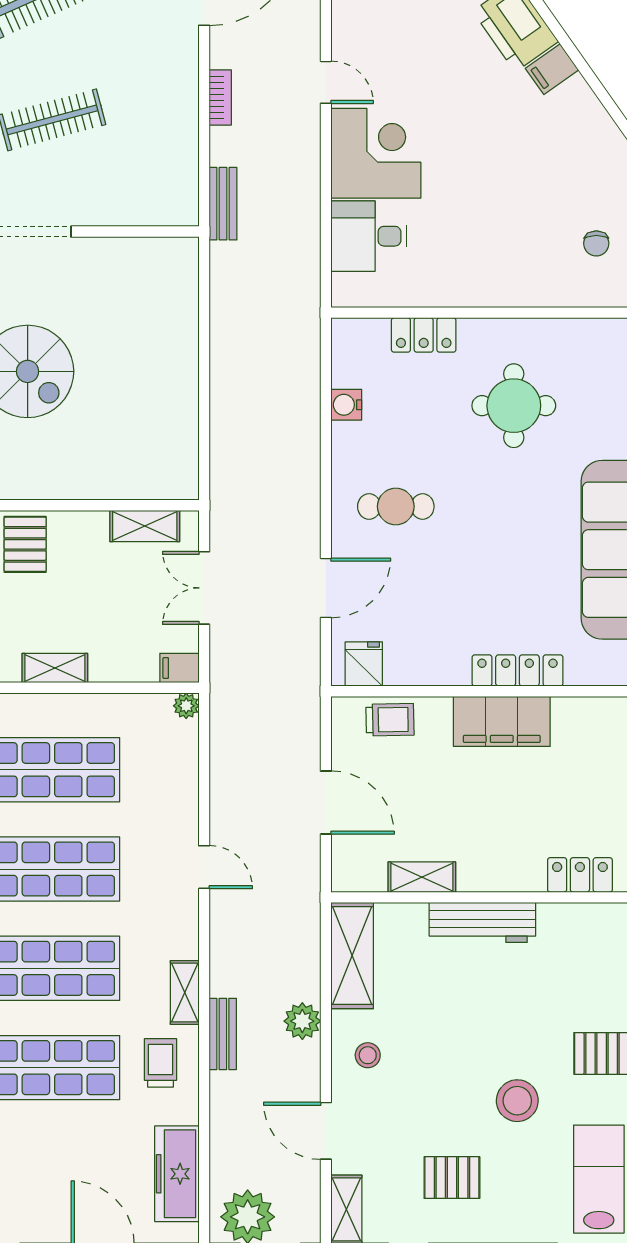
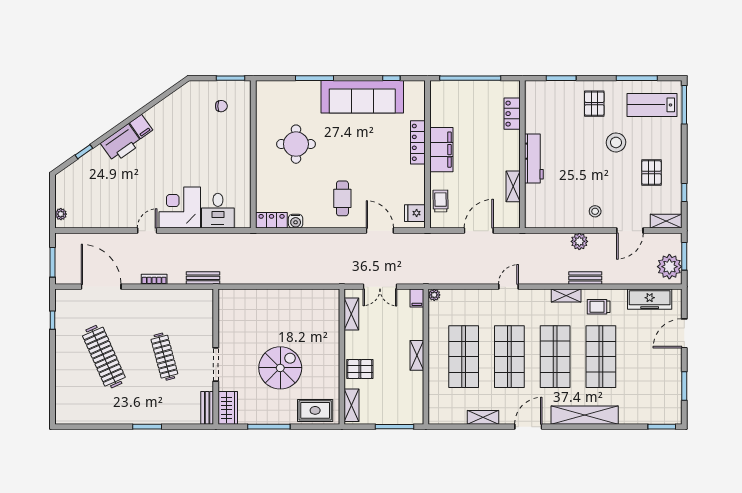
locker: (424, 335) -> (272, 220), moved, turned -90
shelving: (352, 956) -> (549, 218), removed

